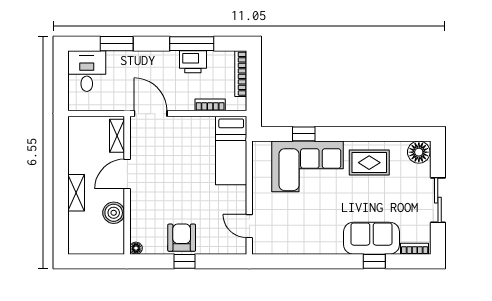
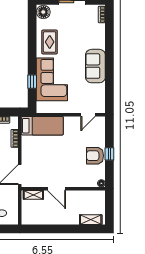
shelving: (76, 193) -> (91, 220), moved
boiler: (114, 213) -> (80, 197), removed
sofa: (372, 238) -> (95, 66), moved
window: (374, 261) -> (109, 39), removed

